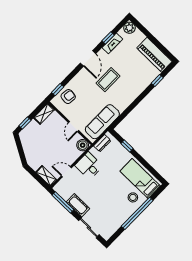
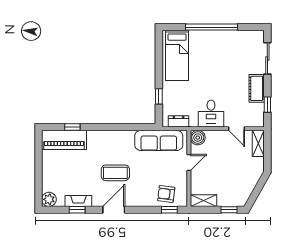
piano: (154, 55) -> (64, 140), moved, turned 90
stool: (133, 197) -> (201, 45), removed
window: (63, 202) -> (267, 105), width x0.46

